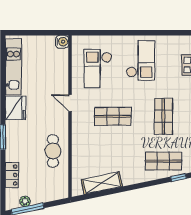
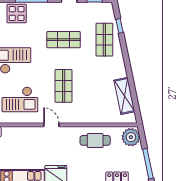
door: (70, 103) -> (51, 125), swing flipped
plant: (25, 201) -> (131, 137), moved, width x1.87, depth x1.87

